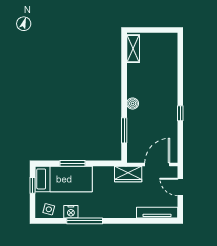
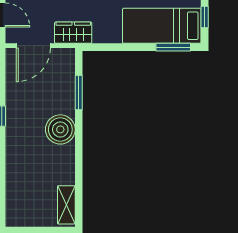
boiler: (133, 104) -> (60, 129), width x1.86, depth x1.86
window: (73, 163) -> (173, 47), moved

